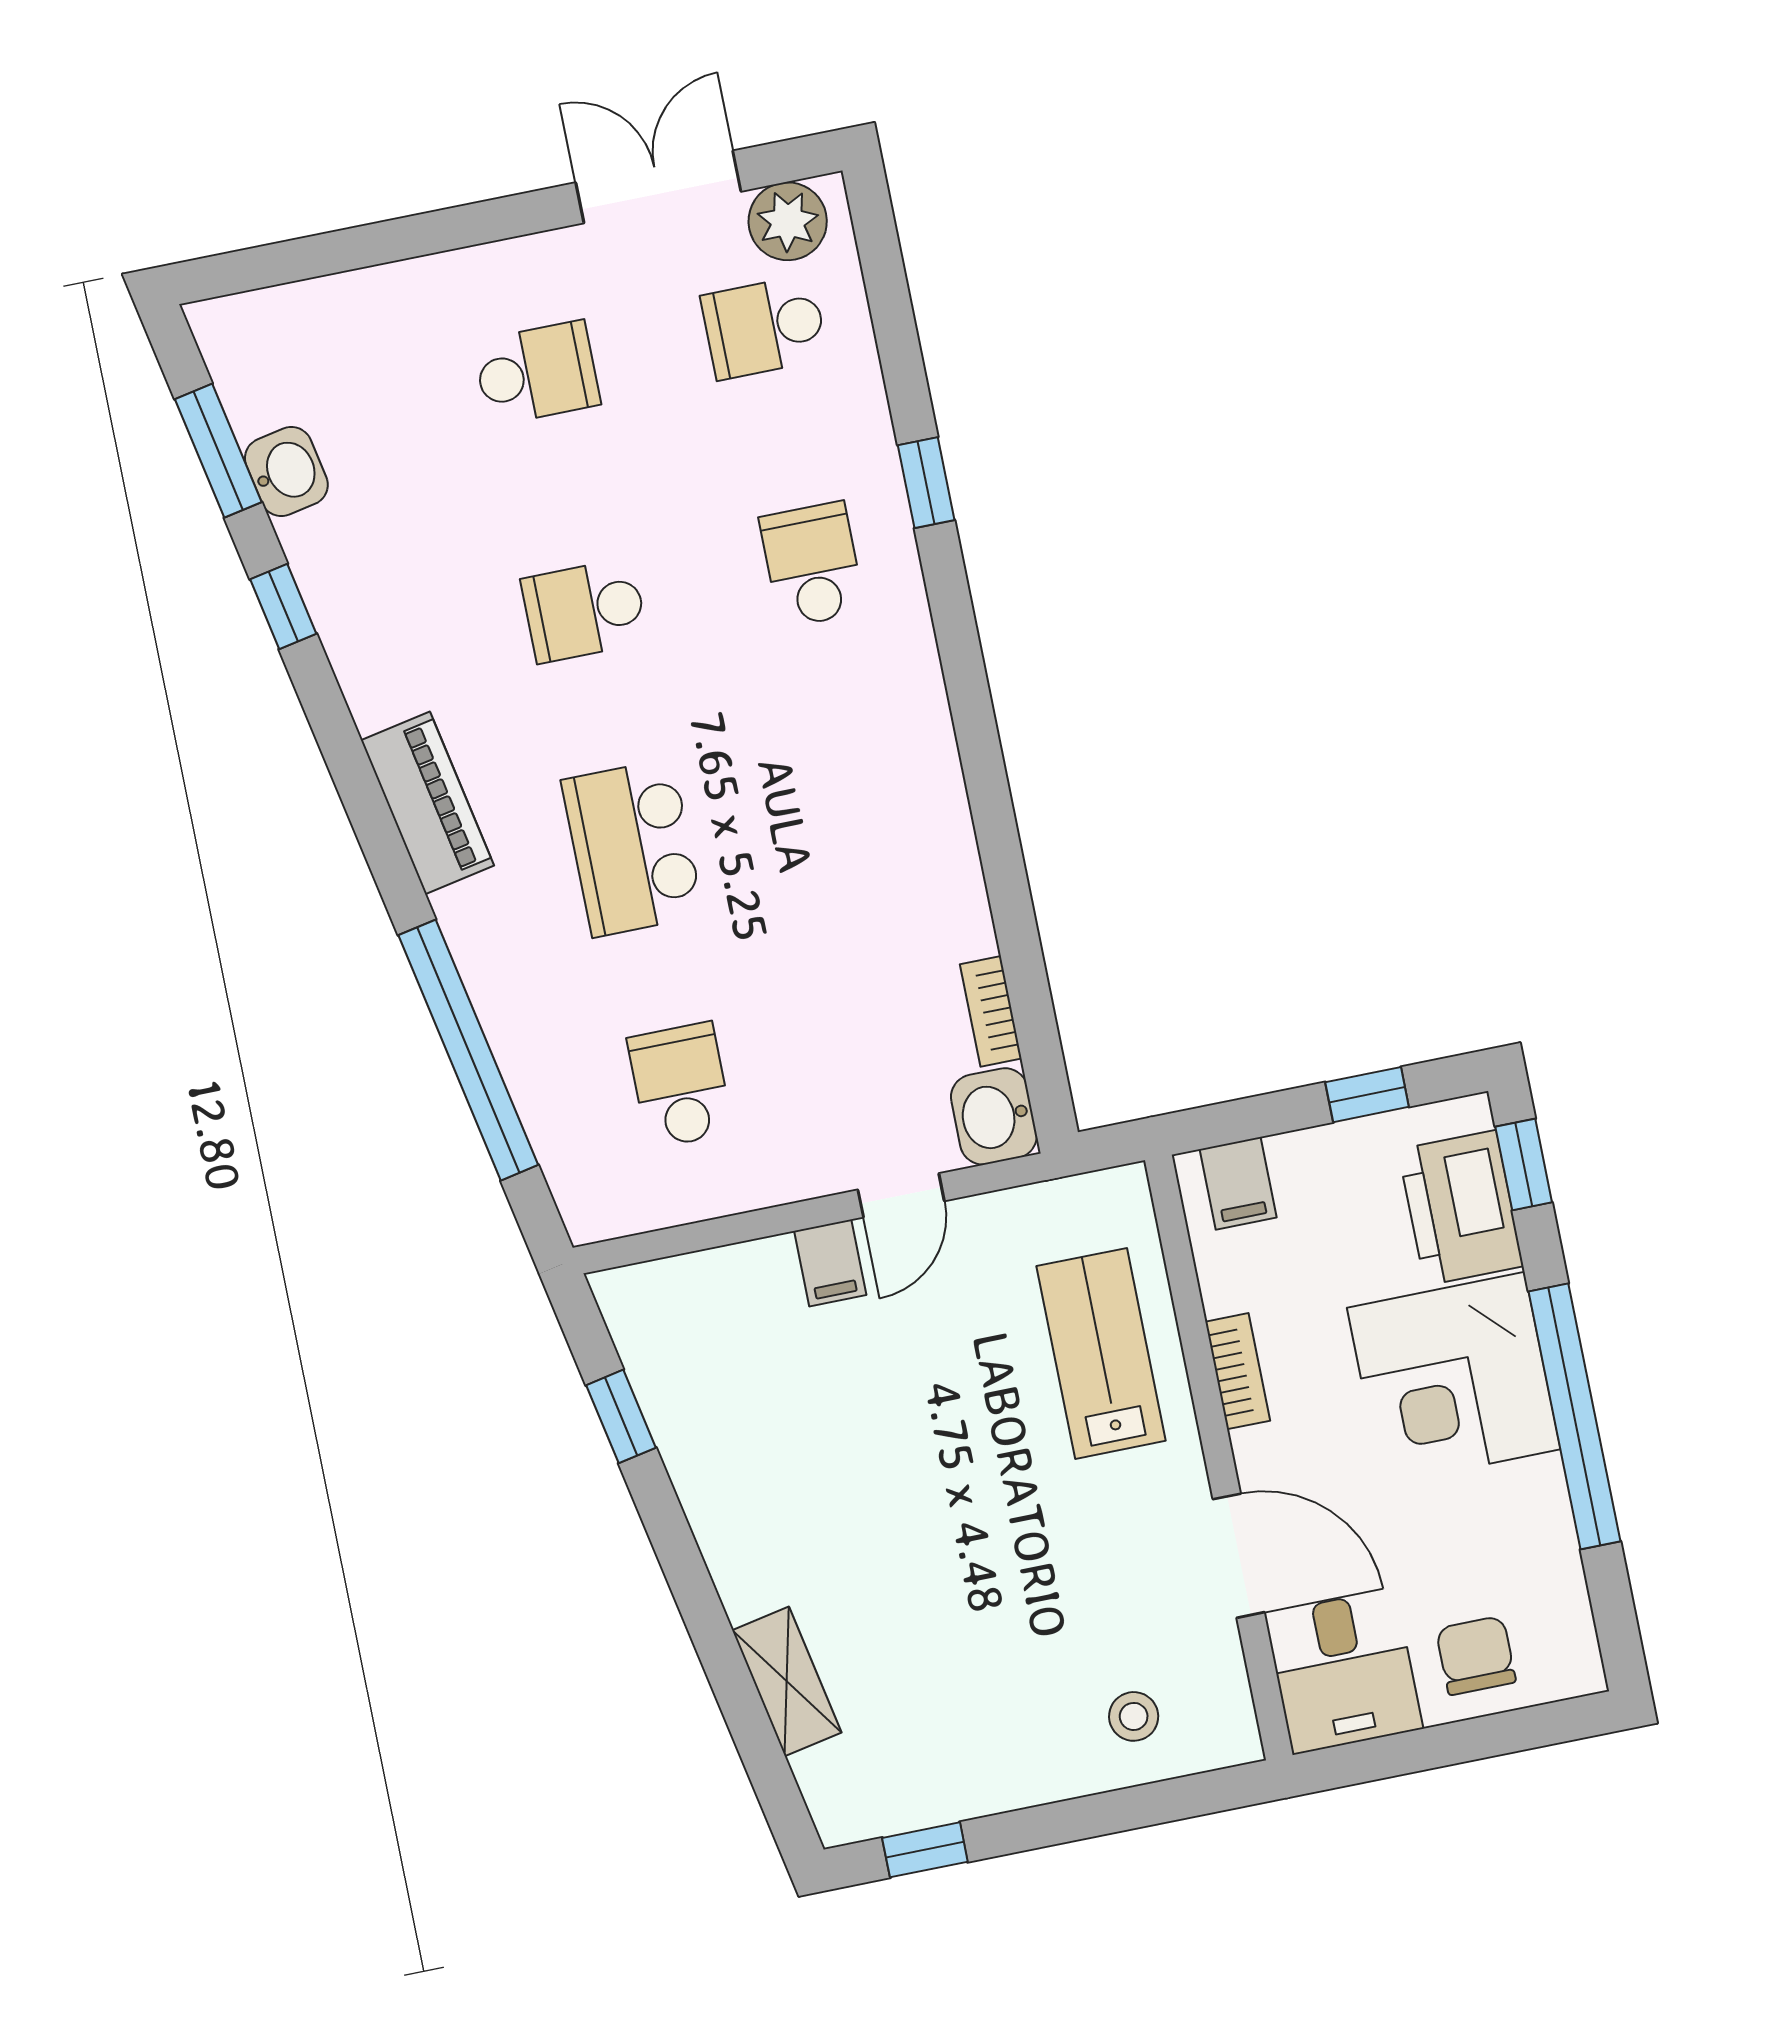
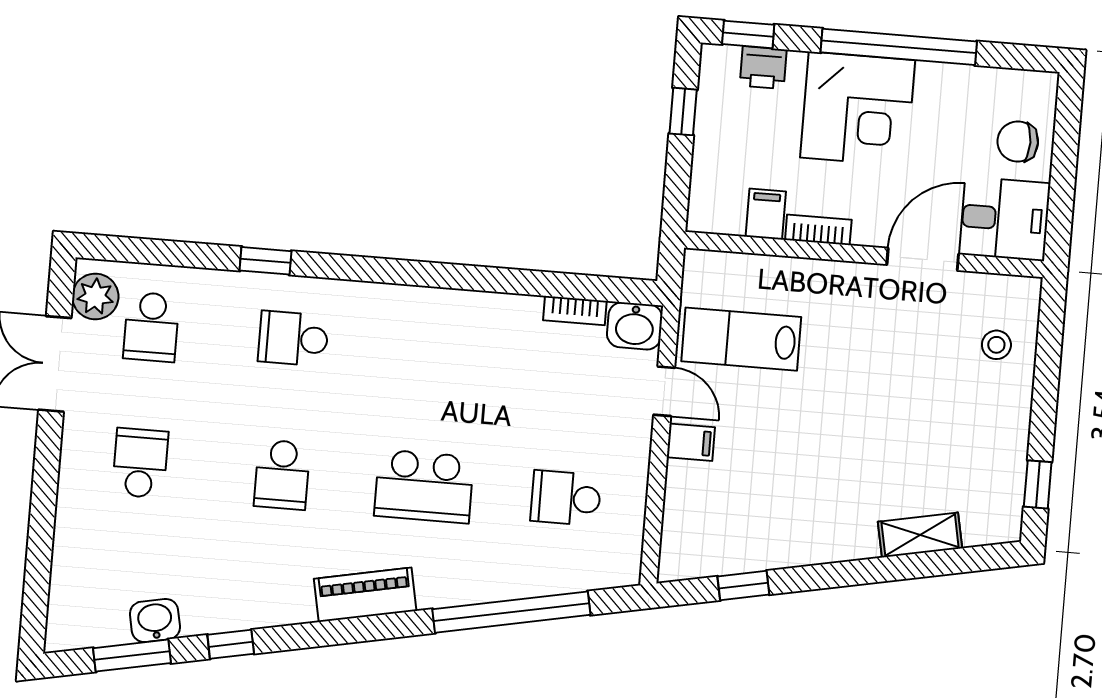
filing cabinet: (1238, 1183) -> (766, 214), moved, turned -90
printer: (1461, 1208) -> (763, 68), width x0.53, depth x0.68
lab bench: (1101, 1353) -> (741, 339), moved

